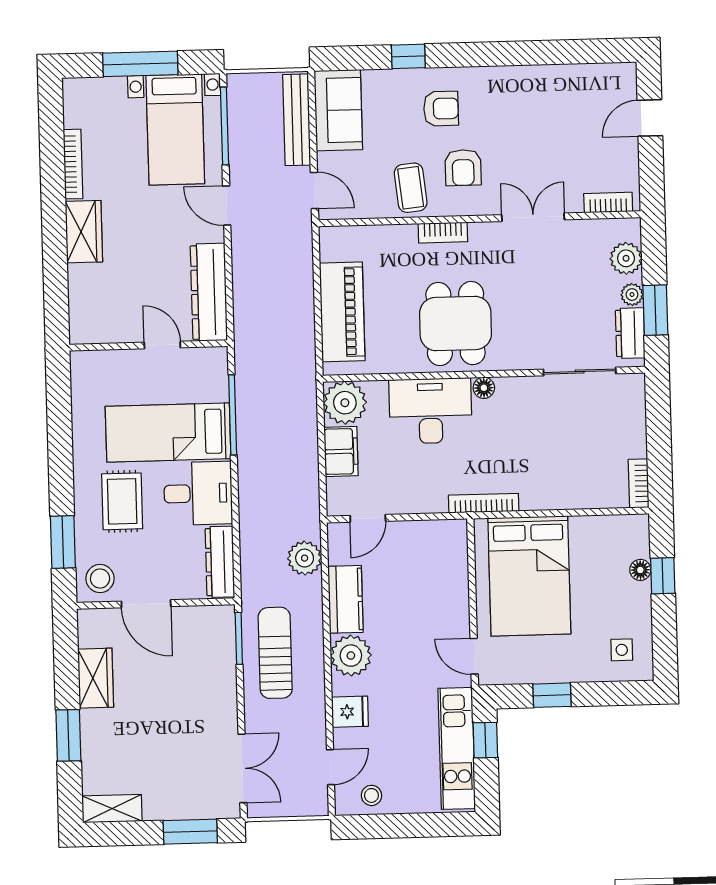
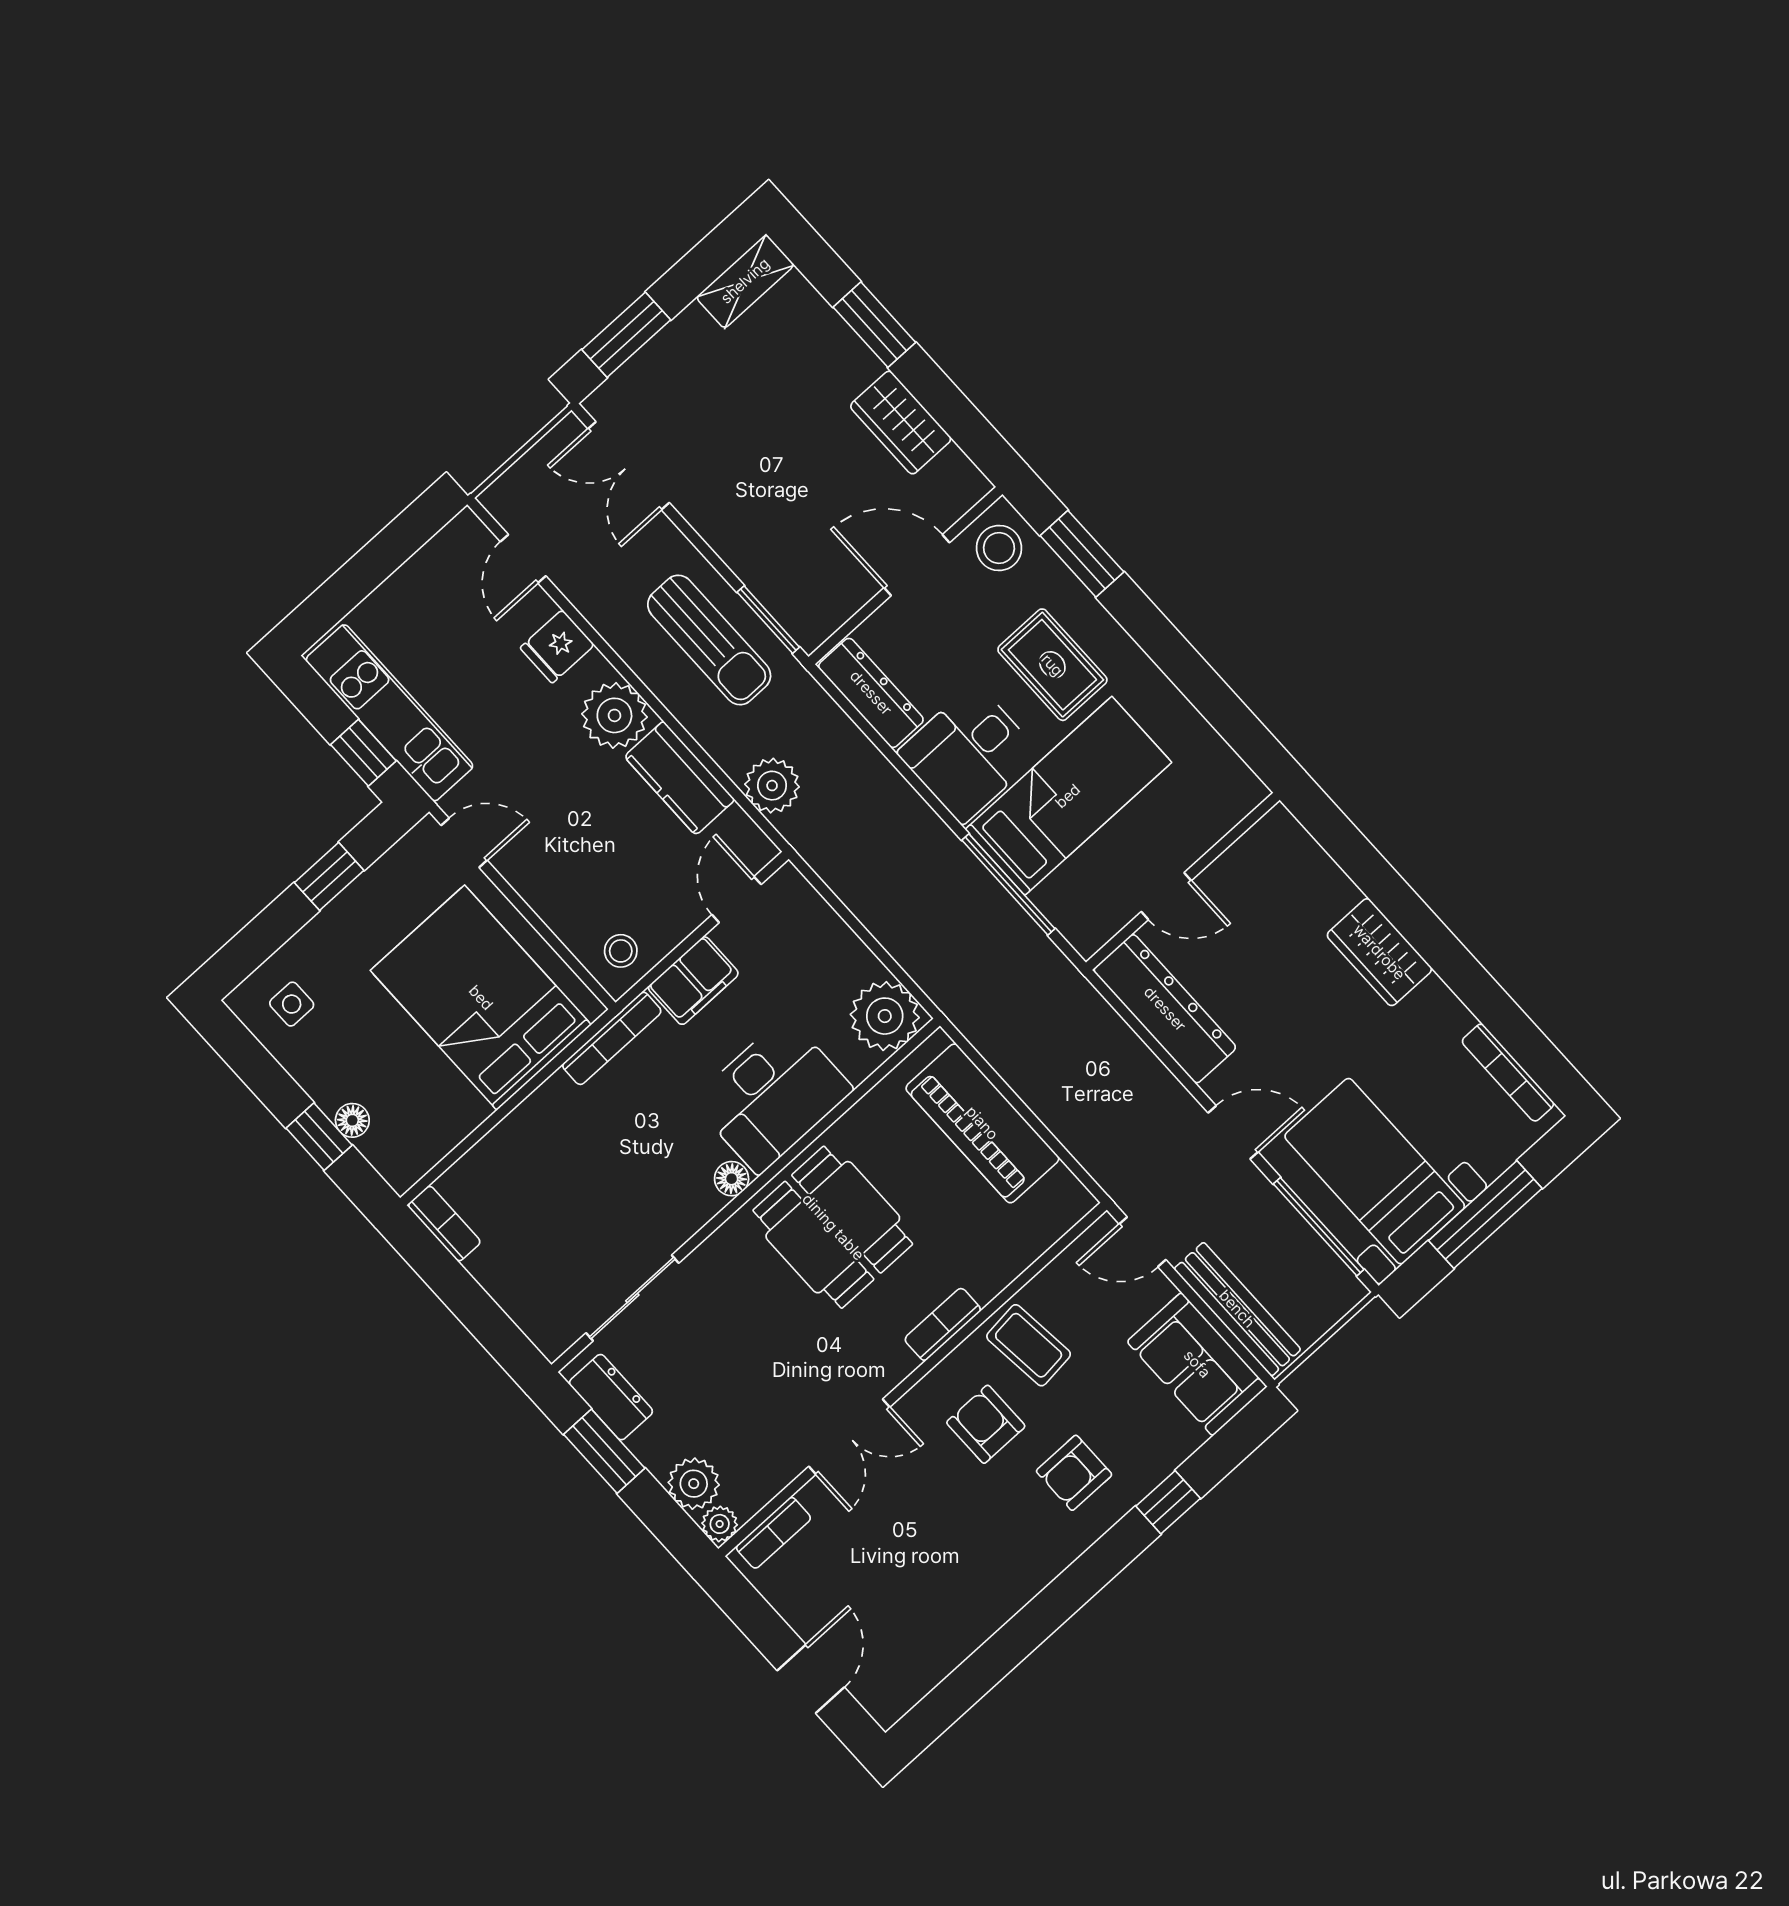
bookcase: (73, 164) -> (1508, 1073), moved
plant: (632, 295) -> (720, 1524), moved
filing cabinet: (341, 451) -> (693, 981), moved, turned -90
stool: (371, 795) -> (621, 951), moved

